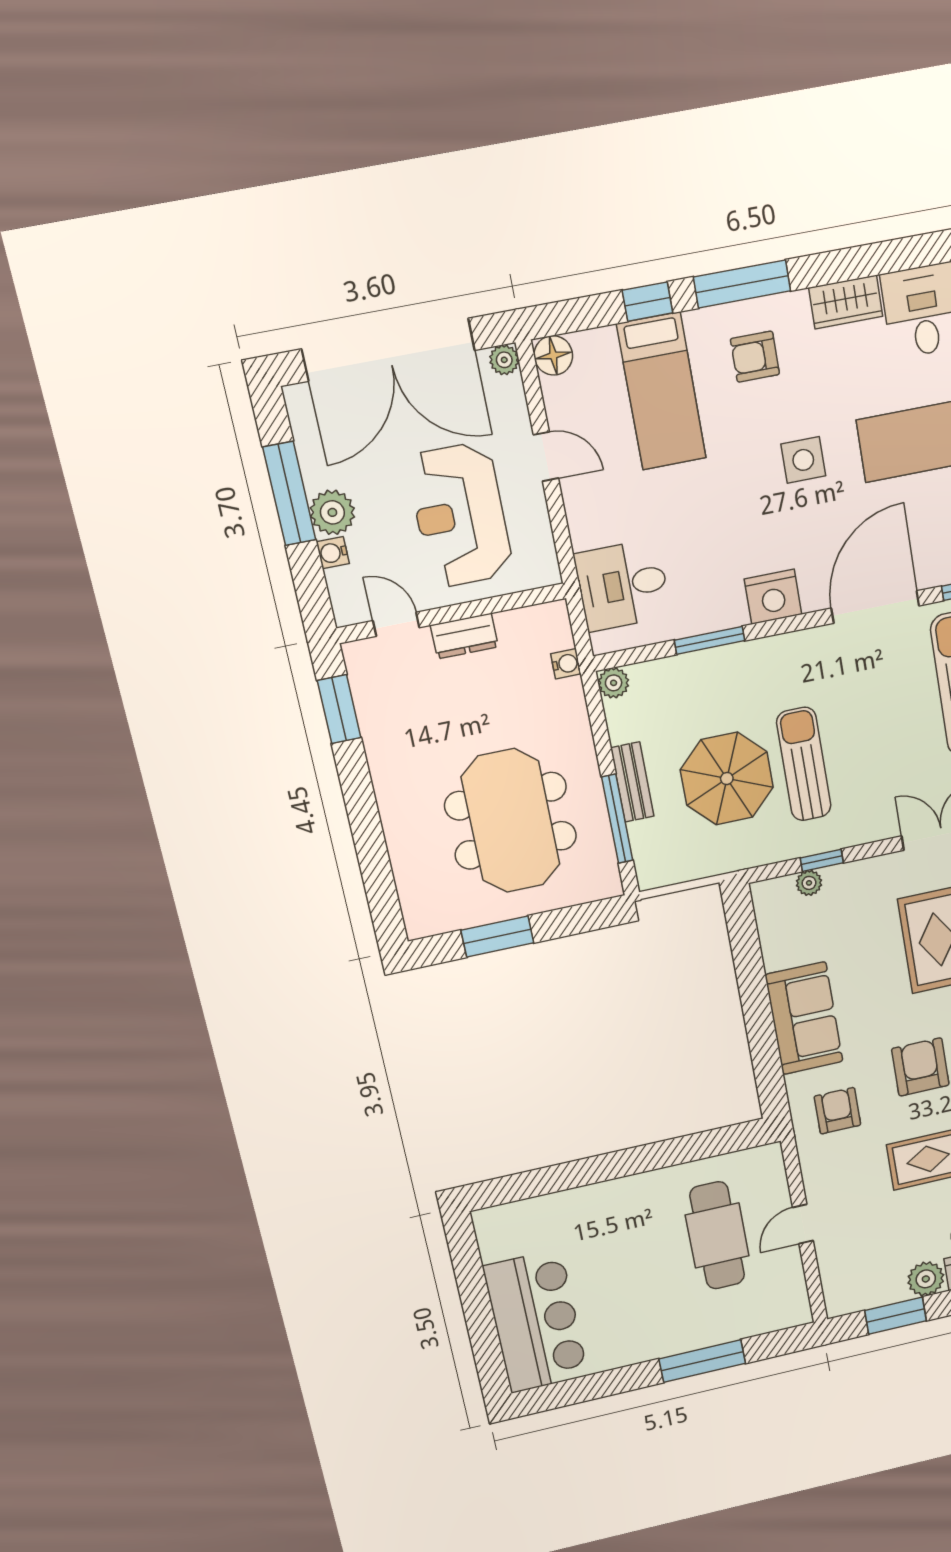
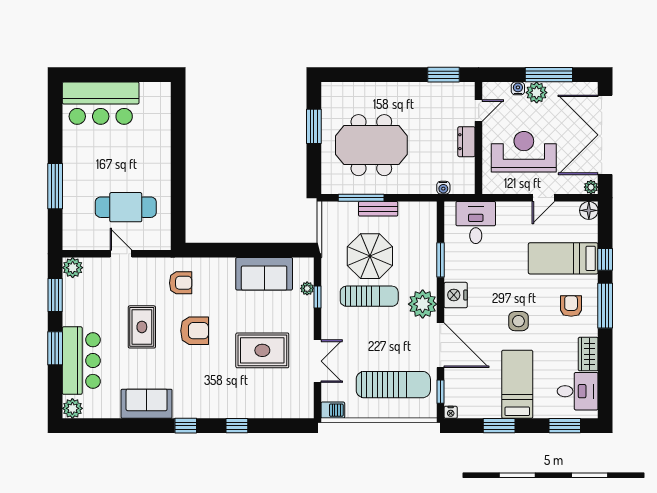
plant: (614, 683) -> (423, 304), moved, width x1.88, depth x1.88
sofa: (804, 1018) -> (264, 274), moved
plant: (926, 1279) -> (73, 268), moved

